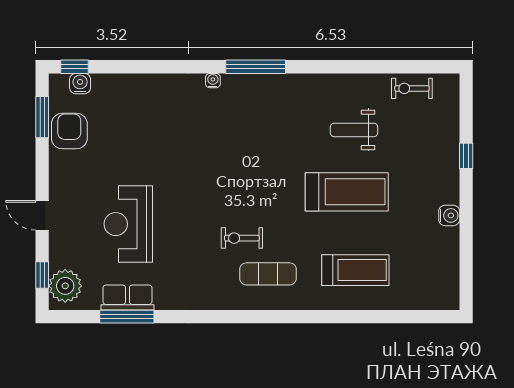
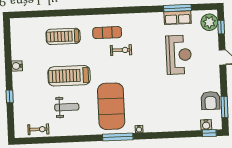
exercise mat: (266, 128) -> (111, 106), added

